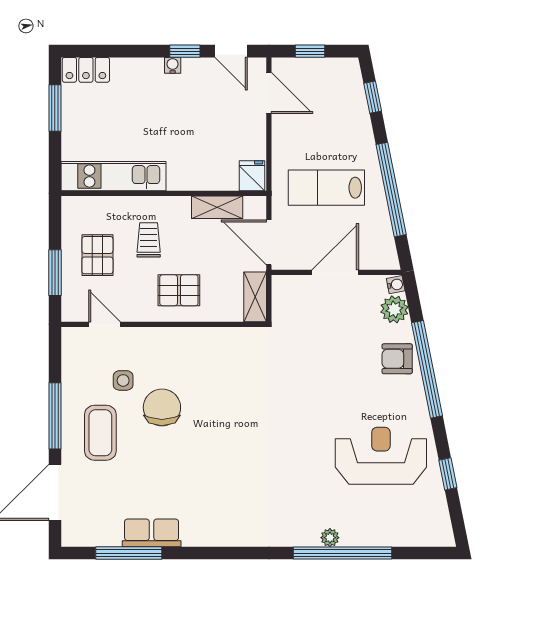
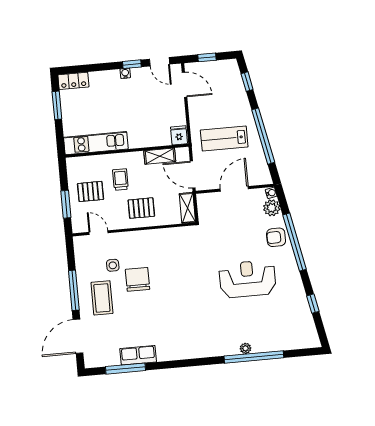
pallet: (97, 255) -> (91, 191), turned 90
reception desk: (381, 456) -> (247, 279), moved

